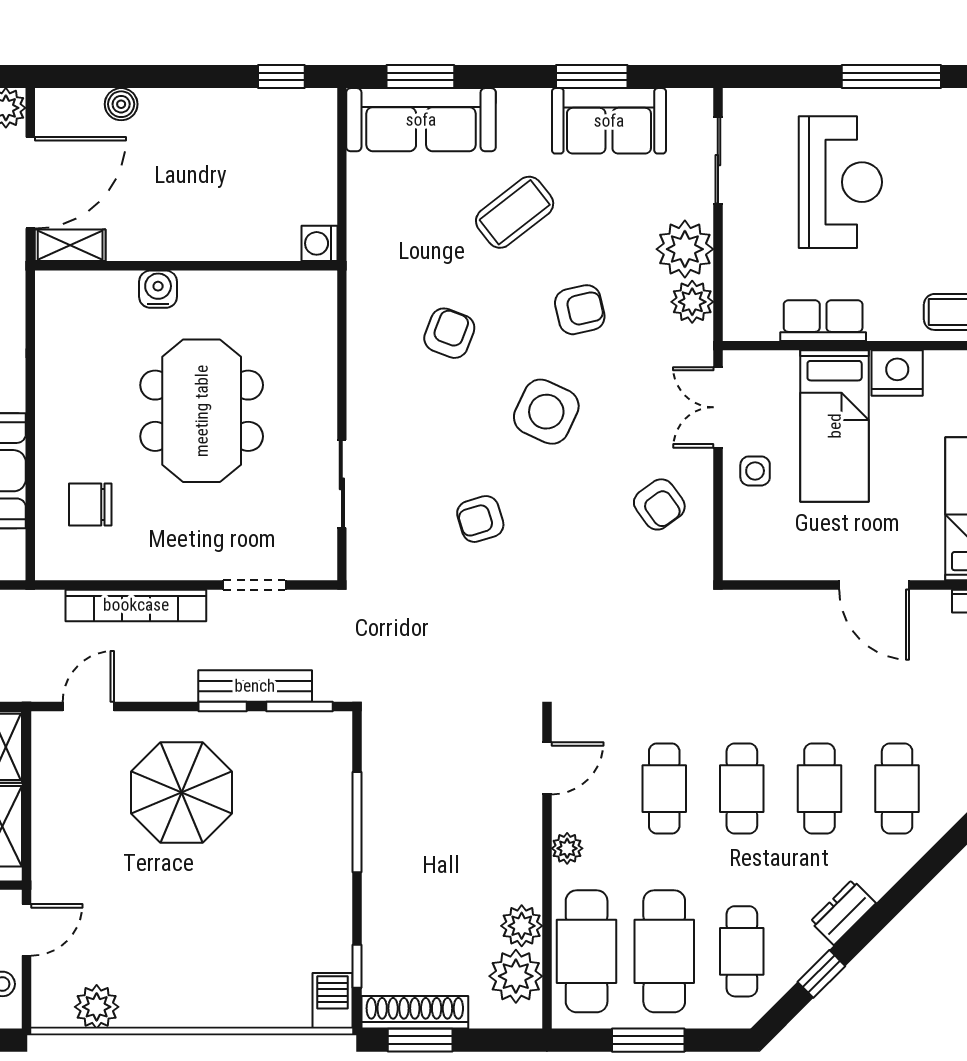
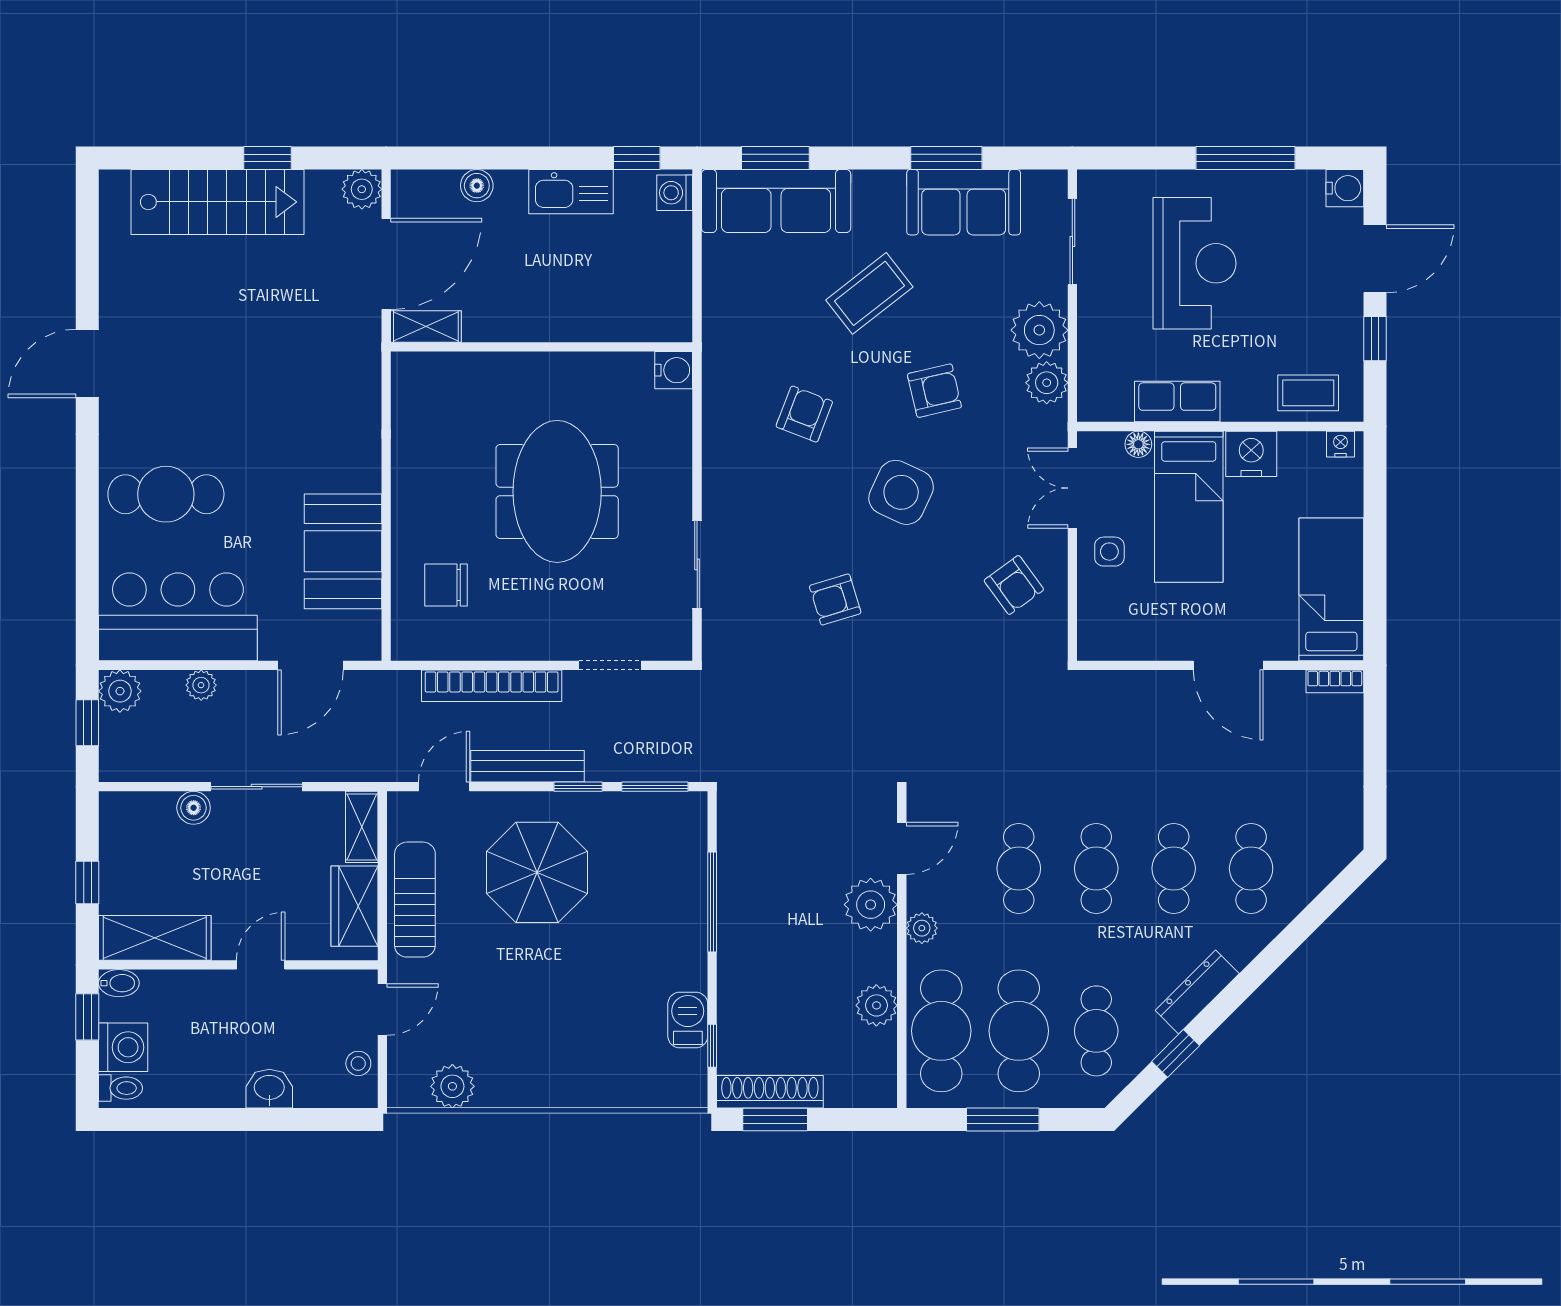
kitchen sink: (215, 110) -> (571, 192), added
washing machine: (319, 243) -> (675, 193), moved
water cooler: (158, 289) -> (674, 370), moved, turned 90
floor lamp: (784, 363) -> (1138, 444), added
bench: (255, 686) -> (527, 766), moved
sun lounger: (59, 820) -> (415, 900), added
dresser: (843, 912) -> (1197, 992), width x1.44
plant: (516, 976) -> (871, 905), moved
barbecue: (333, 1001) -> (688, 1020), moved

